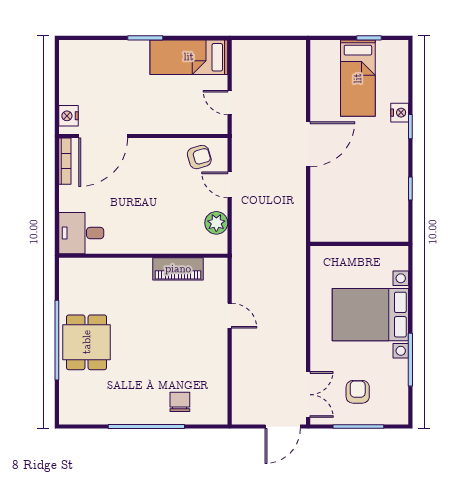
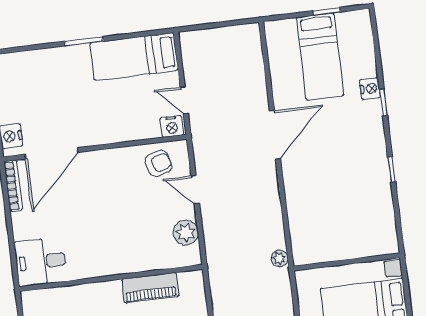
nightstand: (215, 125) -> (172, 126), added
wall: (359, 244) -> (347, 262), moved
plant: (299, 257) -> (280, 258), added

